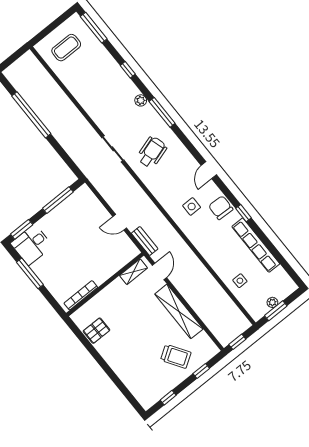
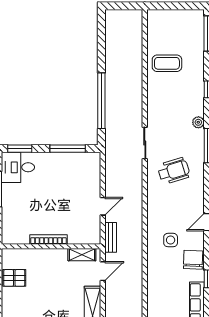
coffee table: (66, 48) -> (167, 63), moved
window: (31, 115) -> (101, 101), moved
door: (120, 222) -> (103, 206), swing flipped
bookcase: (81, 295) -> (49, 240), moved

